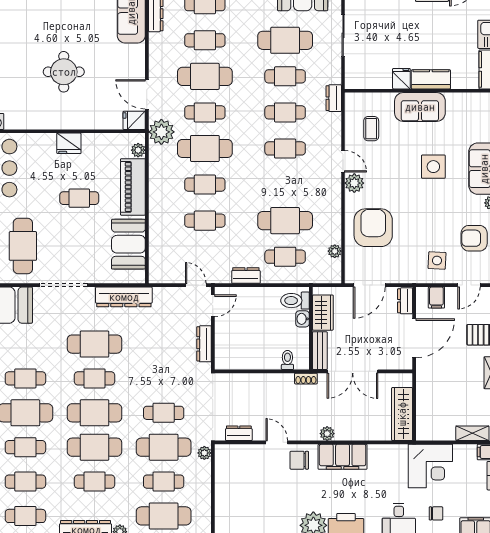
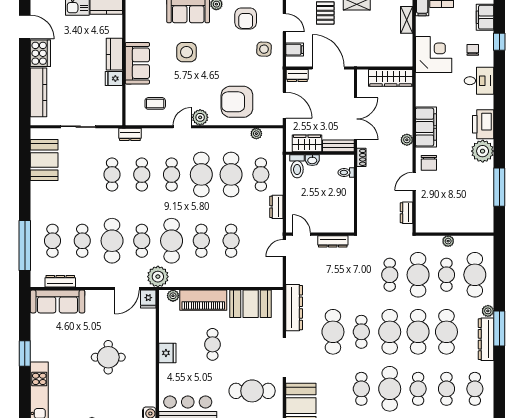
cafe table: (285, 40) -> (201, 174), moved
plant: (204, 453) -> (448, 241), moved
cafe table: (95, 482) -> (446, 332), width x1.37, depth x1.35

